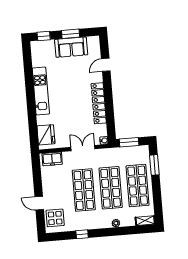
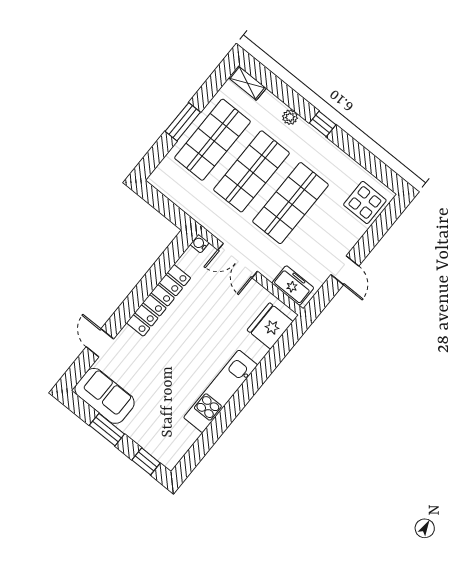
sofa: (71, 47) -> (105, 396), moved
door: (106, 65) -> (100, 343), swing flipped
window: (129, 142) -> (168, 209), removed
window: (154, 165) -> (183, 122), moved
door: (39, 203) -> (345, 270), moved
window: (82, 234) -> (323, 124), moved

